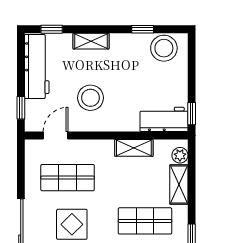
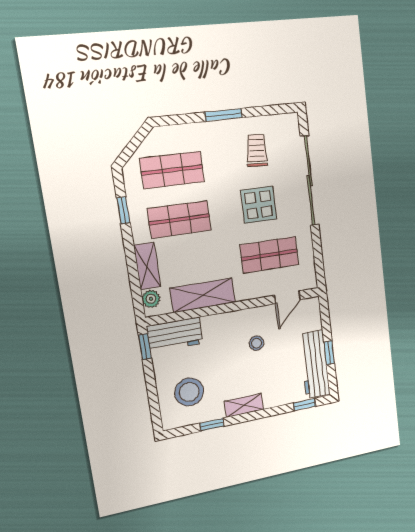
shelving: (91, 41) -> (244, 405), moved
stool: (164, 48) -> (189, 392), moved
stool: (90, 98) -> (257, 343), width x0.53, depth x0.53
window: (21, 108) -> (329, 353), moved
shelving: (134, 148) -> (203, 295), width x1.50, depth x1.33

